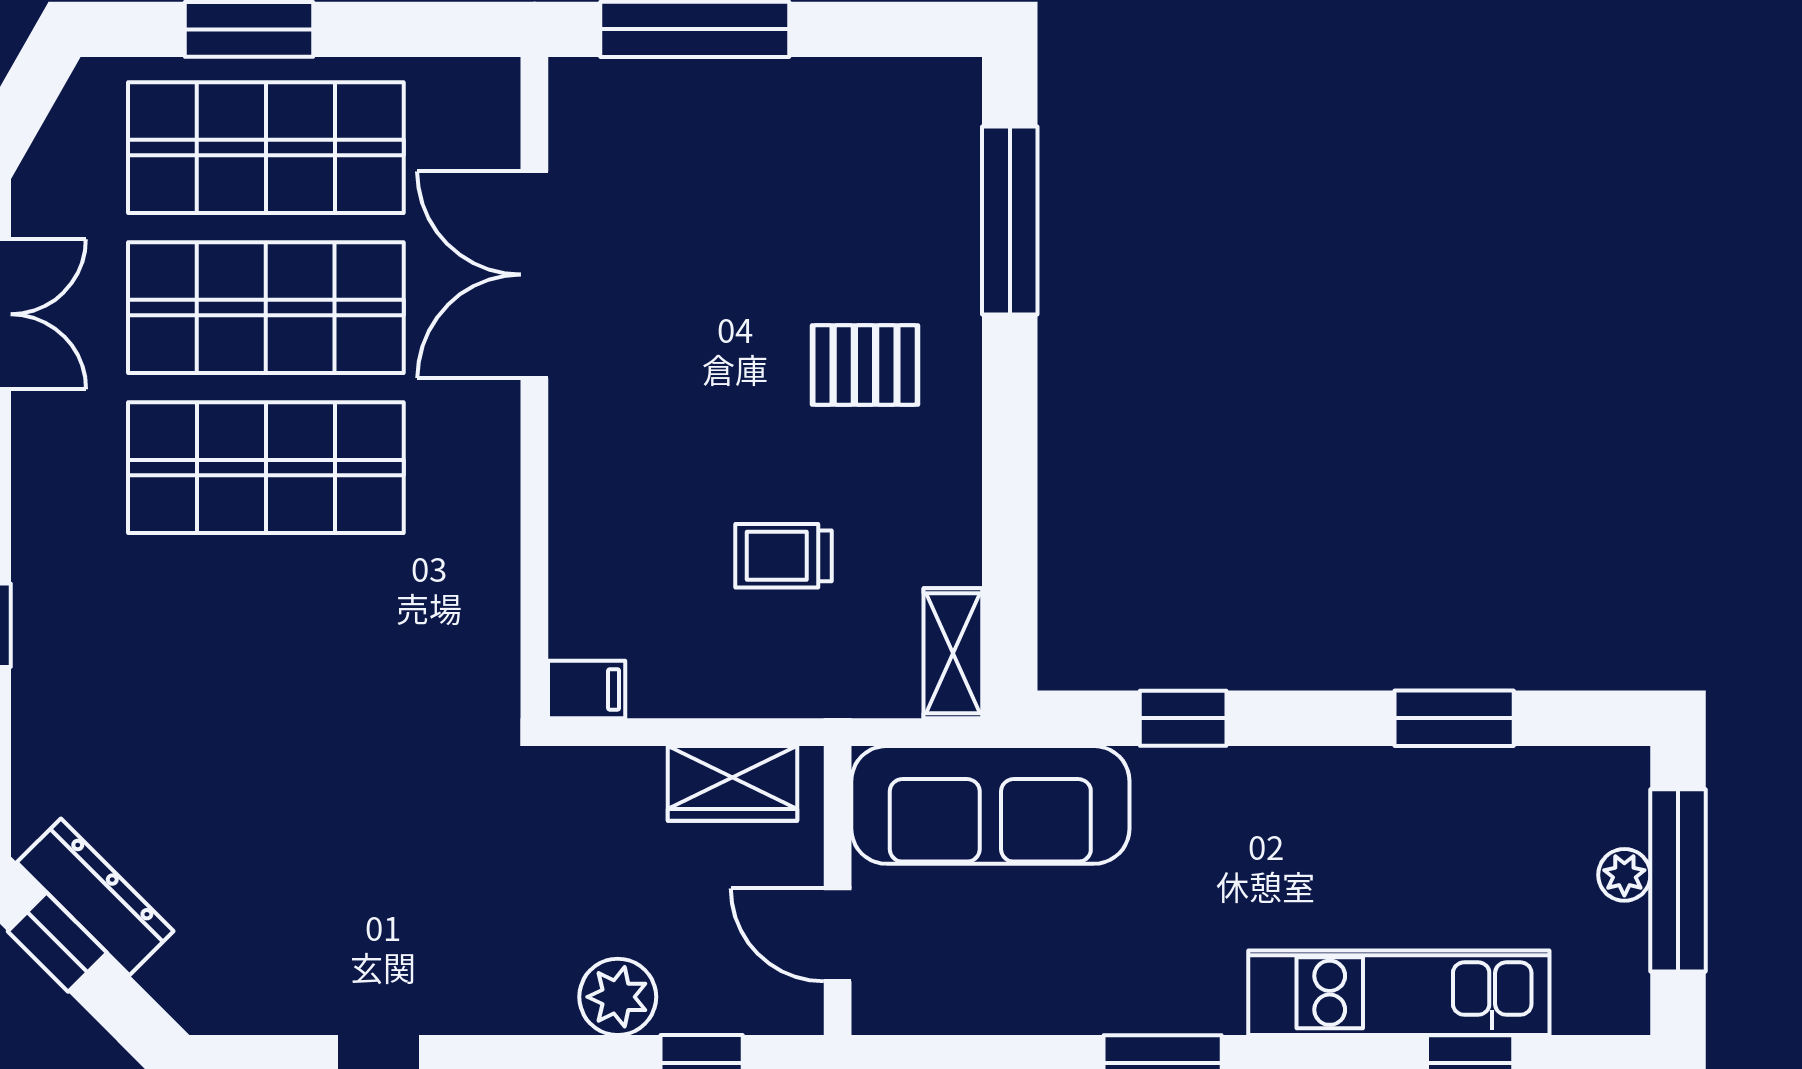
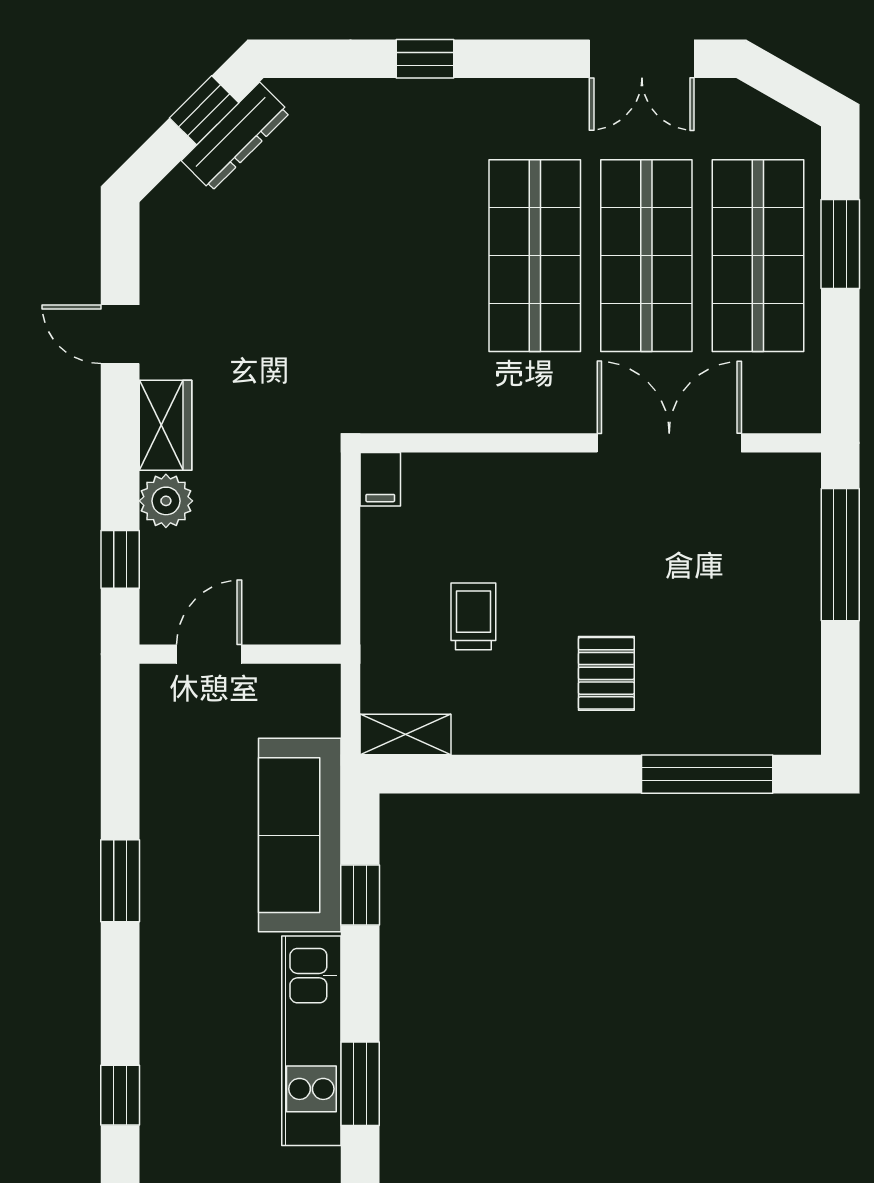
wardrobe: (732, 783) -> (165, 425), moved, turned 180
sofa: (990, 805) -> (300, 835), moved
kitchen unit: (1399, 993) -> (311, 1041), moved, turned 180

